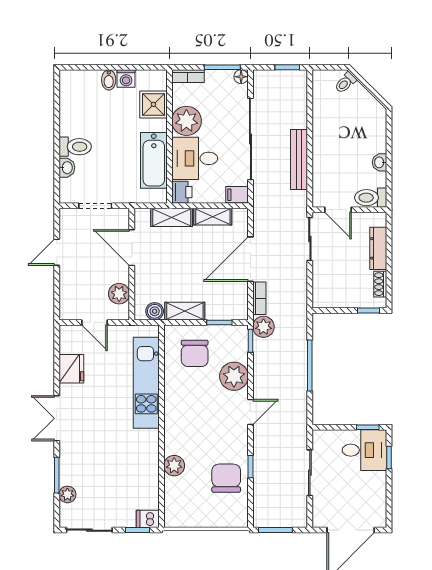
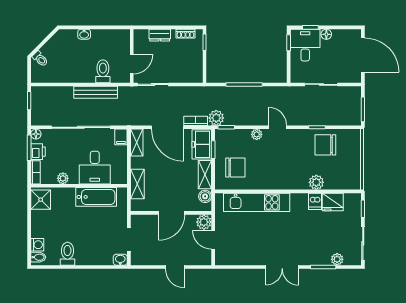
washing machine: (126, 78) -> (37, 245), moved
bidet: (109, 80) -> (38, 257), moved
shower: (153, 104) -> (41, 200), moved
plant: (186, 121) -> (63, 178), width x0.53, depth x0.53
toilet: (75, 147) -> (67, 254), moved
washbasin: (380, 162) -> (84, 34), moved
washbasin: (67, 168) -> (120, 260), moved
printer: (182, 192) -> (38, 152), moved, turned 90
toilet: (371, 198) -> (103, 71), moved, turned 180
shelving: (213, 217) -> (137, 143), moved
door: (132, 248) -> (172, 213), moved
dresser: (378, 248) -> (160, 35), width x0.70
door: (57, 252) -> (175, 267), moved
plant: (119, 294) -> (204, 222), moved
freezer: (227, 307) -> (202, 144), added
door: (94, 322) -> (213, 240), swing flipped
fridge: (71, 369) -> (333, 202), moved, turned 180
plant: (234, 376) -> (257, 134), width x0.53, depth x0.53
floor lamp: (379, 479) -> (326, 34), added
dishwasher: (148, 519) -> (315, 201), moved

